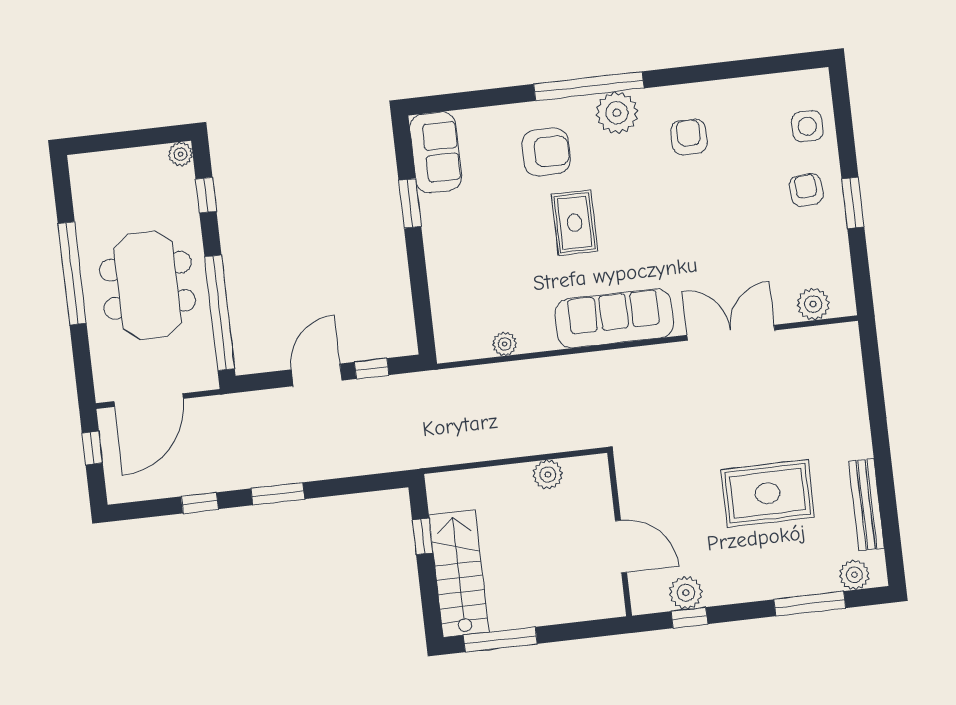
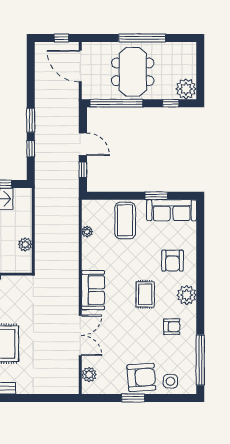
window: (589, 86) -> (200, 360), moved
sofa: (436, 152) -> (172, 210), width x1.36
plant: (180, 154) -> (186, 89), width x1.87, depth x1.87
armchair: (806, 190) -> (141, 377), width x1.88, depth x1.88
rug: (575, 223) -> (145, 294), moved, turned 90
coffee table: (471, 264) -> (125, 220), added
meeting table: (148, 285) -> (133, 72), turned 90
sofa: (614, 318) -> (93, 290), width x0.73
window: (200, 503) -> (31, 149), moved

